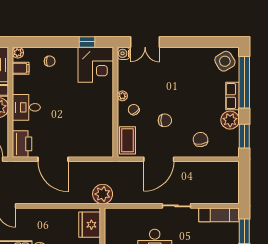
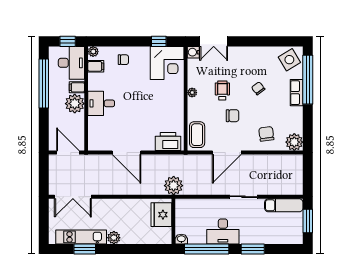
wheelchair: (154, 94) -> (222, 90), added
chair: (134, 110) -> (258, 88), moved
plant: (230, 120) -> (294, 142), moved
window: (244, 136) -> (308, 131), removed
printer: (22, 144) -> (168, 142), moved, turned -90

